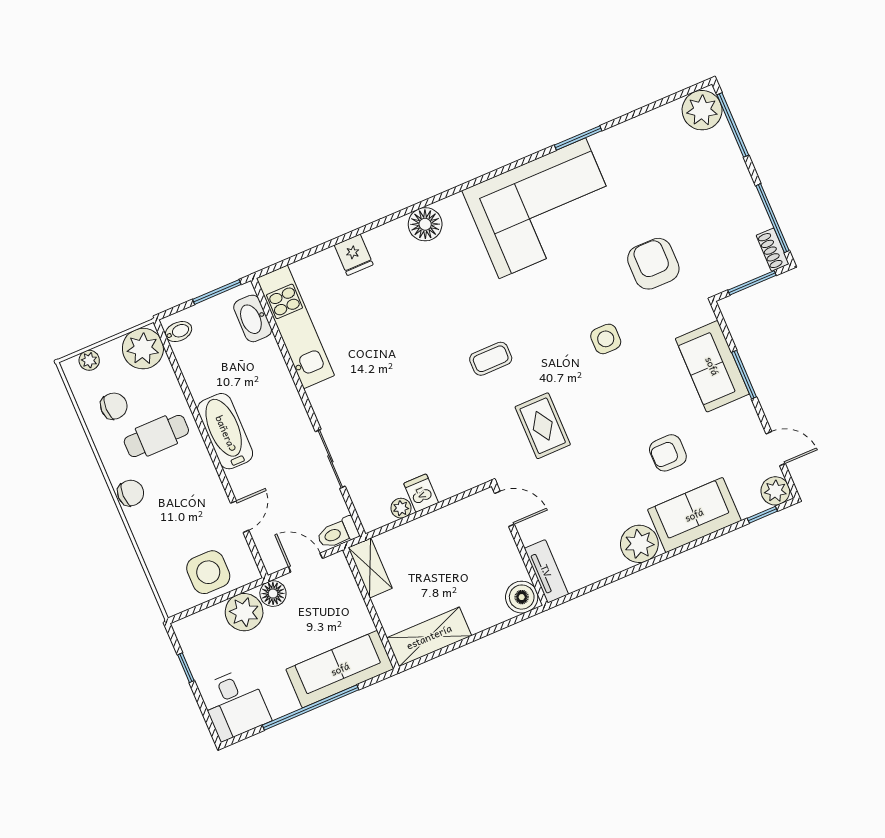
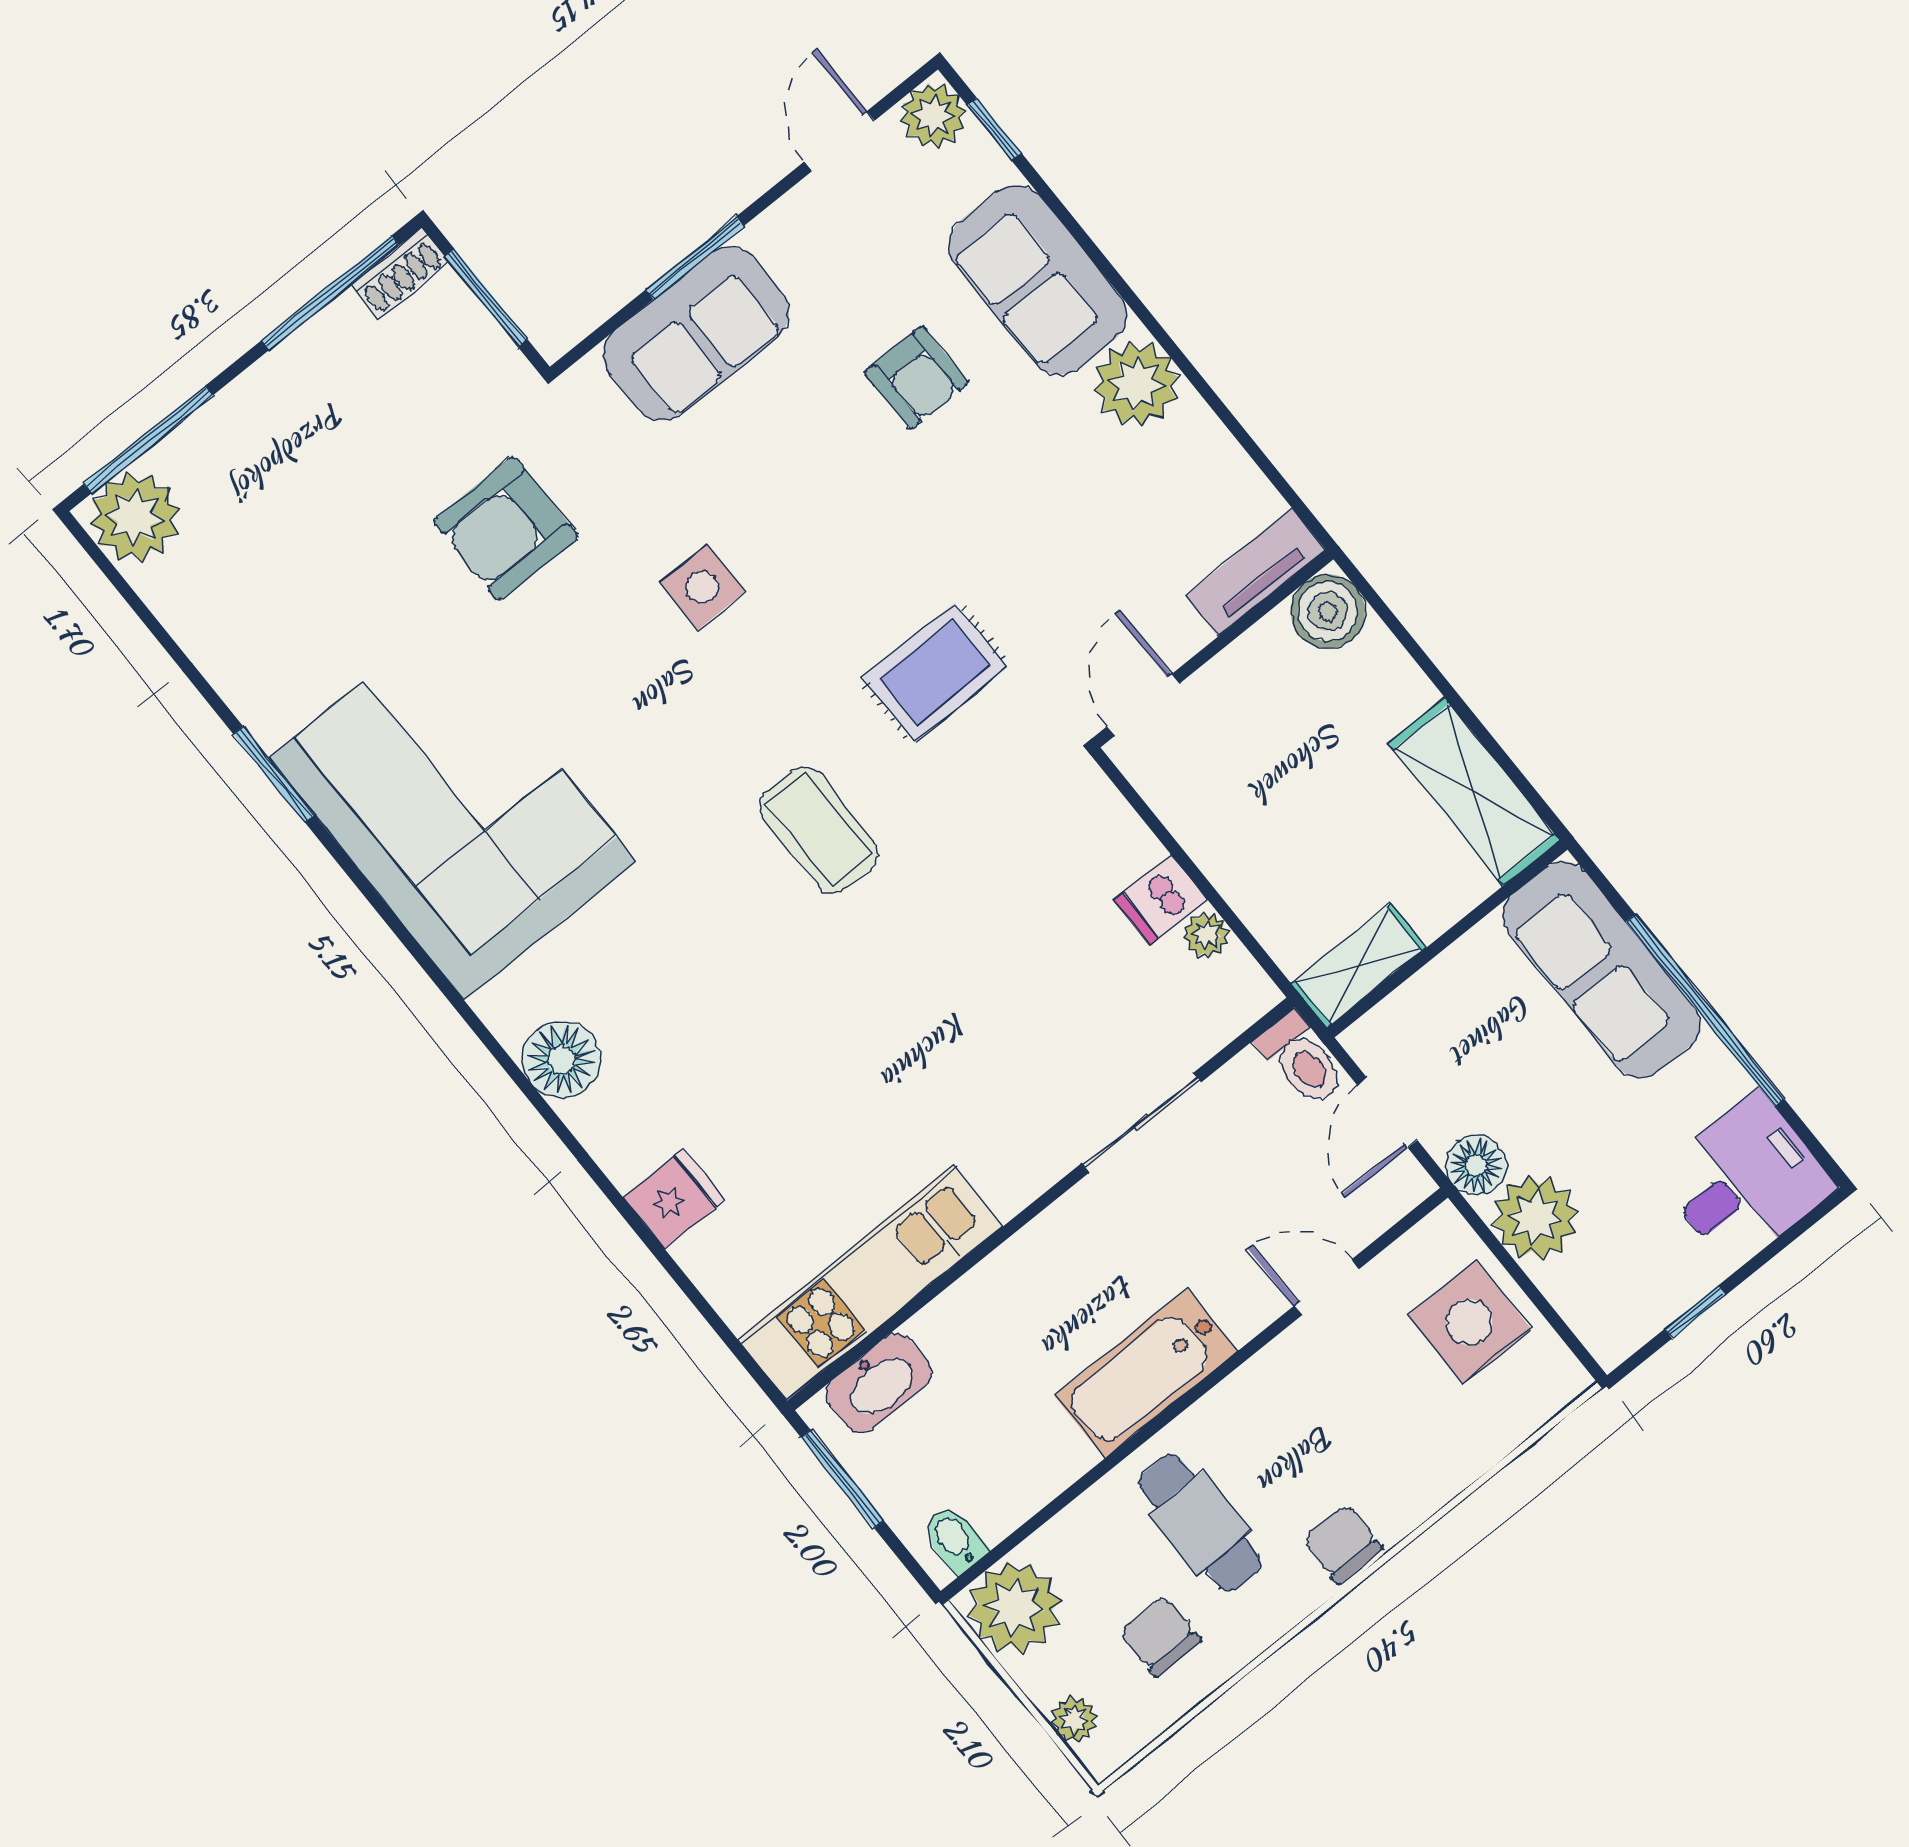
coffee table: (491, 359) -> (819, 830), width x1.36, depth x1.30

